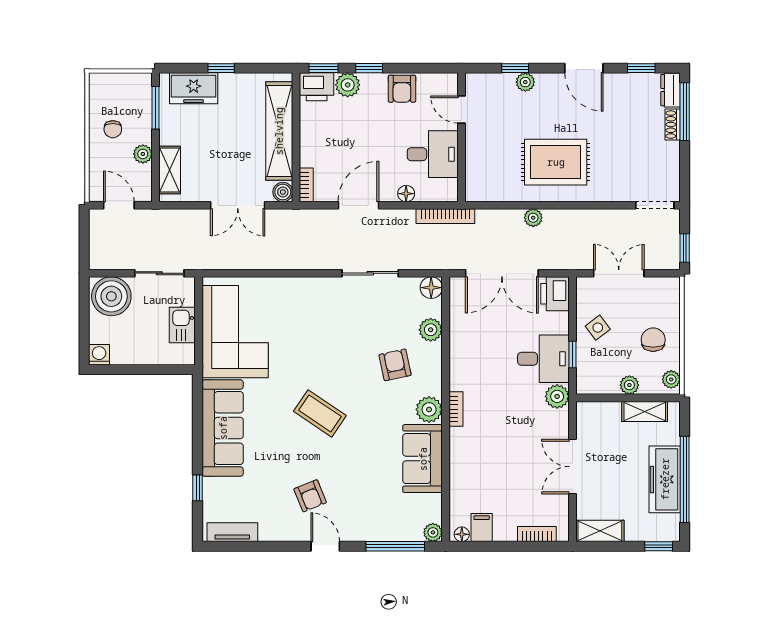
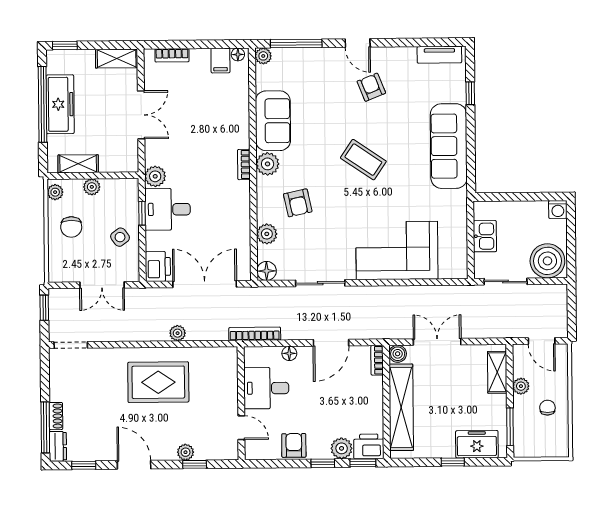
corner sofa: (235, 332) -> (397, 250), moved, turned 90

